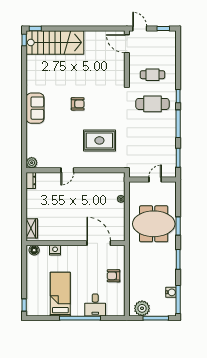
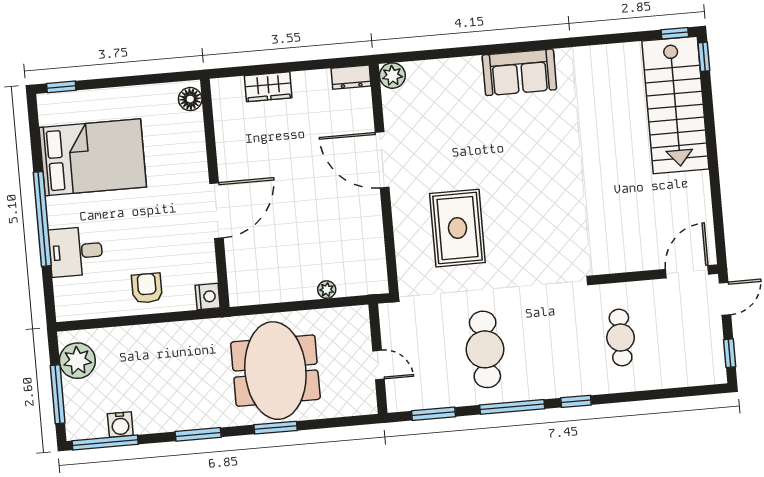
armchair: (78, 104) -> (538, 170), removed
cafe table: (152, 104) -> (485, 349), moved
door: (67, 170) -> (382, 160), width x1.88
wardrobe: (32, 228) -> (268, 87), moved
door: (99, 243) -> (216, 211), moved
nightstand: (55, 250) -> (208, 296), moved
bed: (60, 294) -> (93, 157), width x1.50

